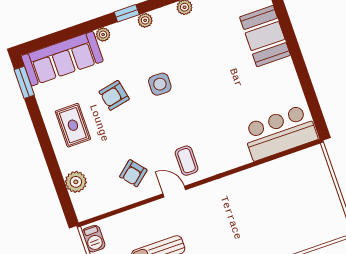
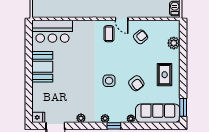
booth: (265, 36) -> (42, 67), moved
armchair: (114, 95) -> (136, 83), turned 65

